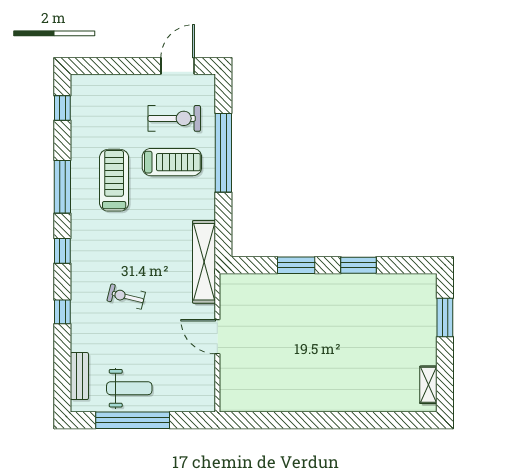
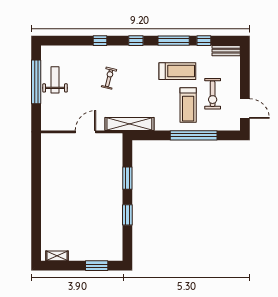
window: (62, 108) -> (204, 41), moved
exercise bike: (174, 118) -> (213, 94), moved
bench: (79, 376) -> (226, 51), moved
weight bench: (129, 388) -> (55, 80), turned 180

